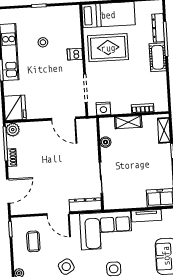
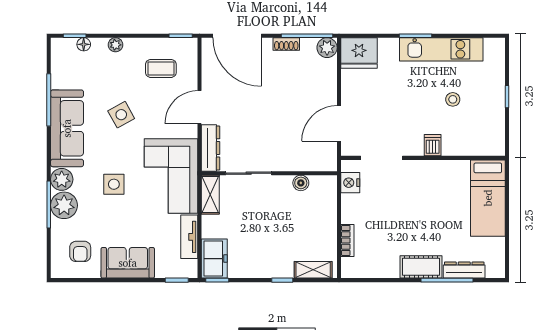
rug: (108, 48) -> (440, 195), removed
shelving: (128, 122) -> (210, 195), moved
door: (8, 191) -> (237, 36), width x1.36

